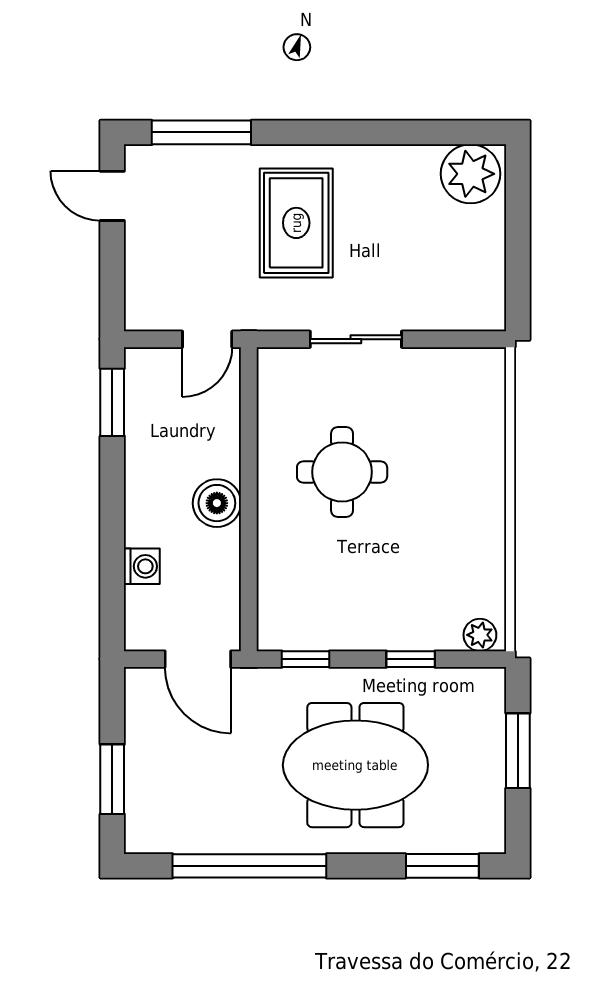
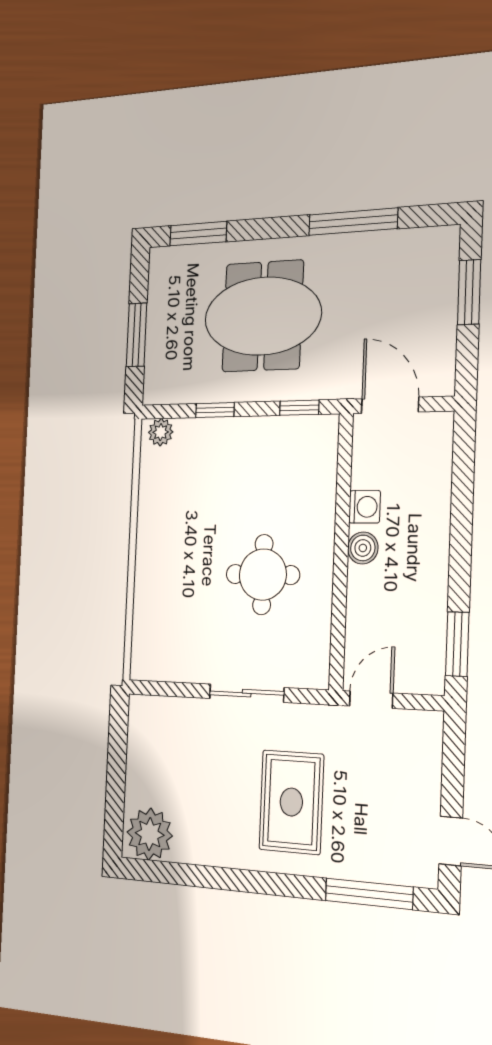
boiler: (217, 503) -> (363, 548), width x0.73, depth x0.73
washing machine: (142, 566) -> (365, 507), moved, turned 180
window: (249, 866) -> (353, 222), width x0.68

